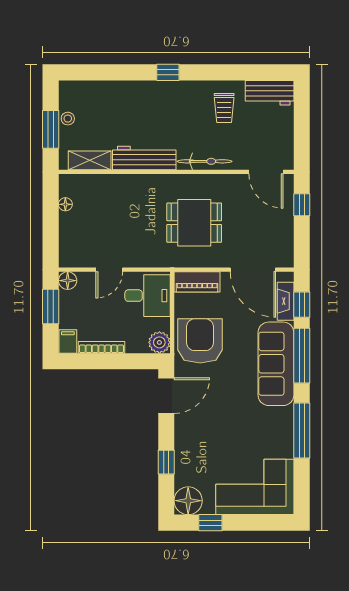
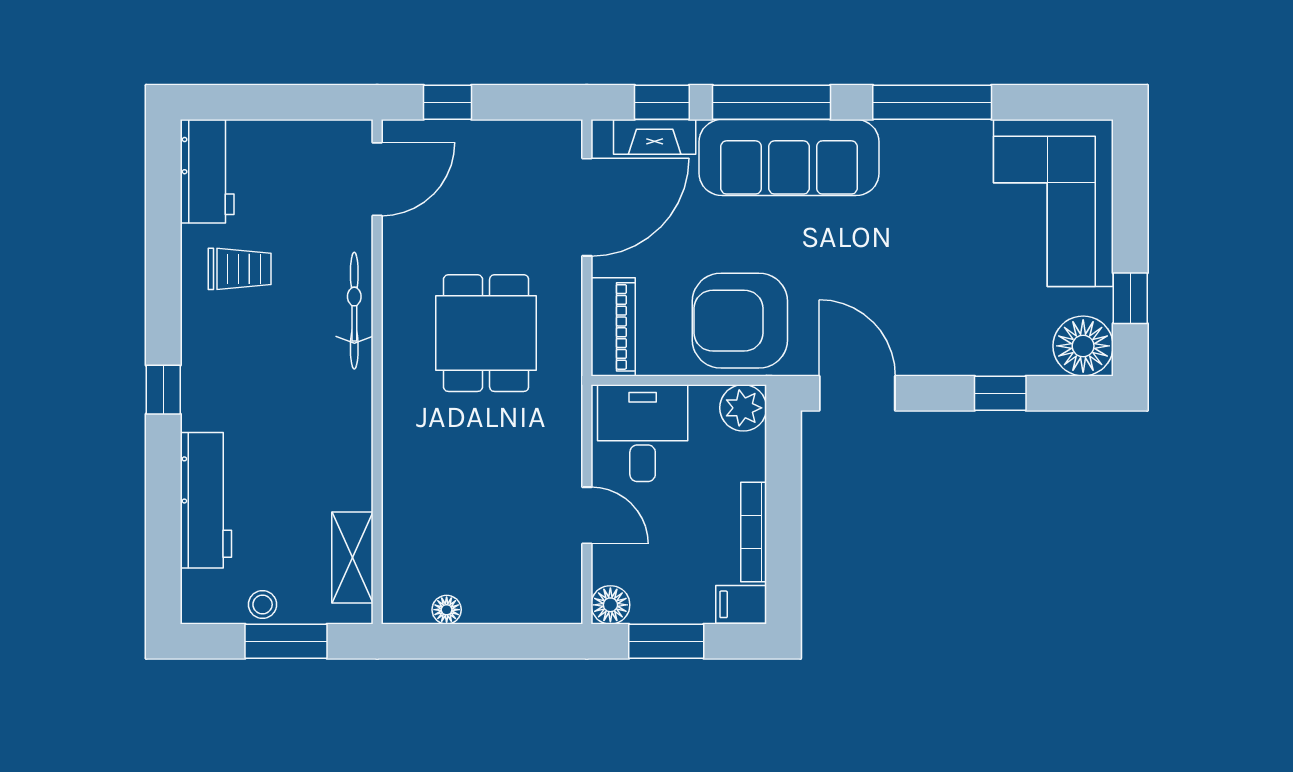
workbench: (144, 158) -> (206, 500), moved, turned 180

